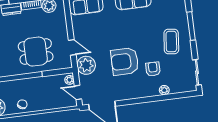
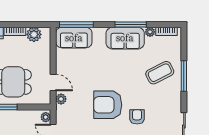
coffee table: (171, 42) -> (160, 73), moved, turned 57
plant: (86, 65) -> (61, 99), width x0.53, depth x0.53

